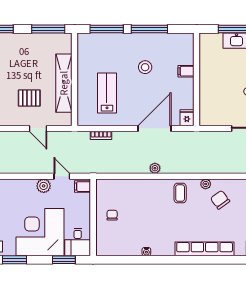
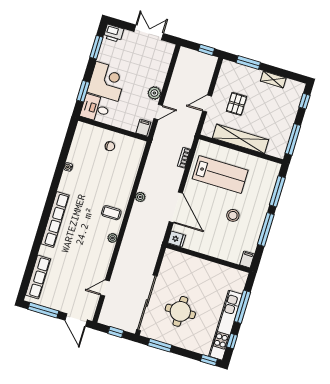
filing cabinet: (186, 71) -> (247, 259), moved
lab bench: (107, 93) -> (220, 175), width x1.36, depth x1.39
chair: (220, 200) -> (95, 247), removed
corner desk: (40, 232) -> (107, 81), width x0.74, depth x0.74

